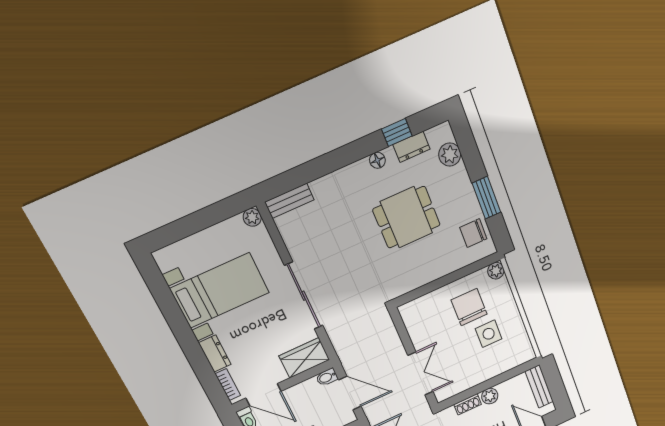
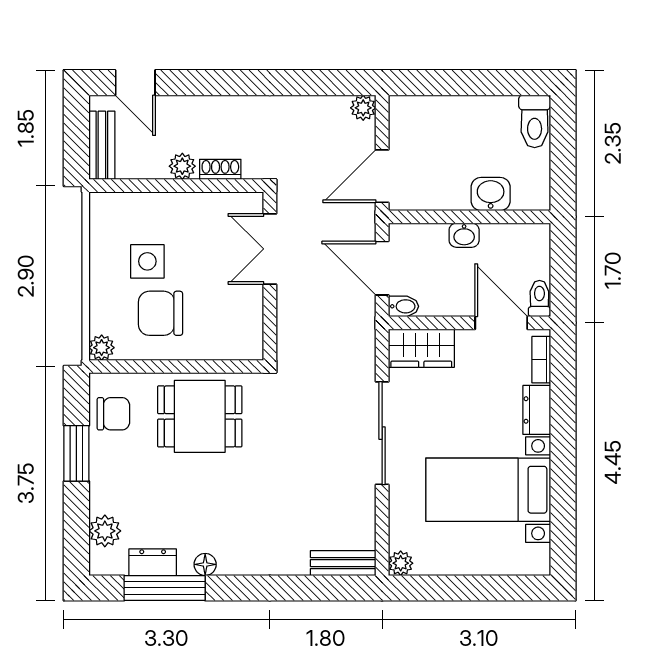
window: (397, 132) -> (165, 588), width x2.17
dining table: (407, 217) -> (200, 416), moved
chair: (469, 307) -> (161, 313), turned 90

